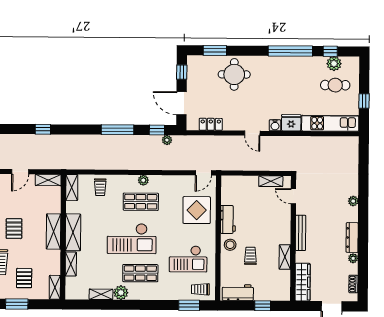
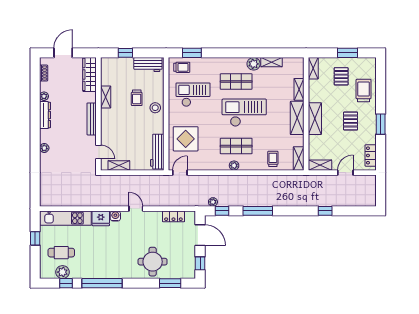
workbench: (228, 219) -> (157, 152), moved, width x1.37

